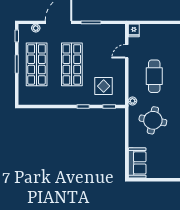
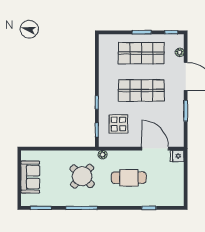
door: (127, 51) -> (155, 149), width x1.88
round table: (153, 120) -> (82, 176), turned 32
sofa: (137, 163) -> (30, 177), moved, turned -90

